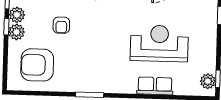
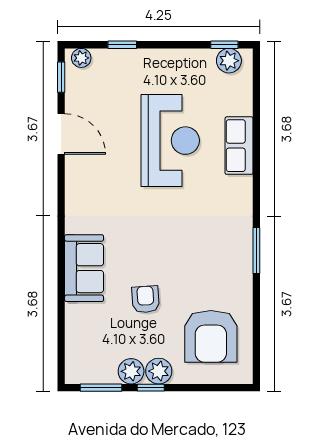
armchair: (61, 25) -> (146, 299), turned -94
reception desk: (159, 43) -> (170, 141), turned 180

